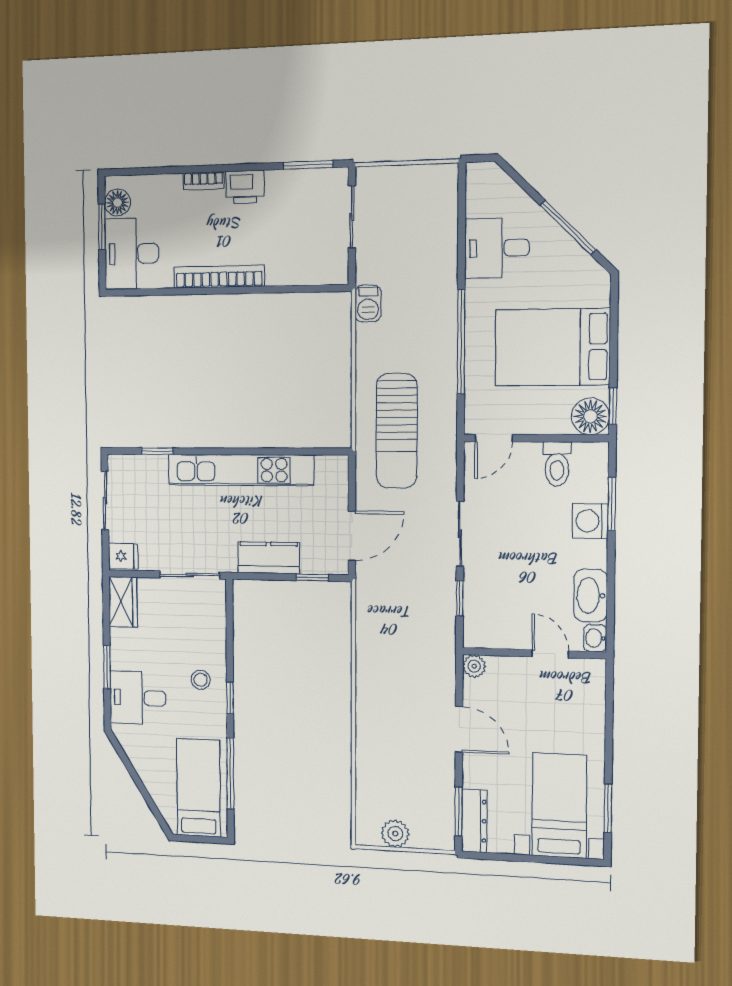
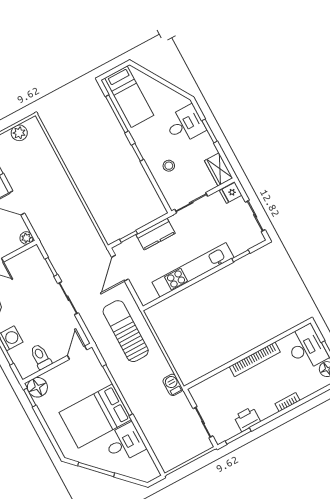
printer: (245, 187) -> (247, 419), moved
bed: (552, 347) -> (95, 416), moved, turned 180
stool: (201, 680) -> (169, 166), moved

